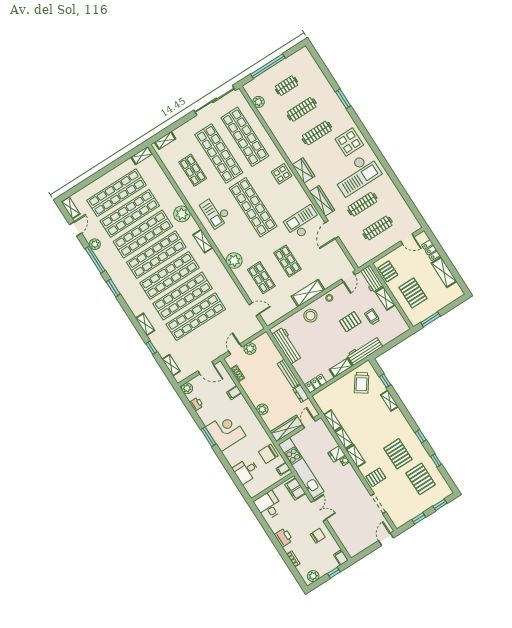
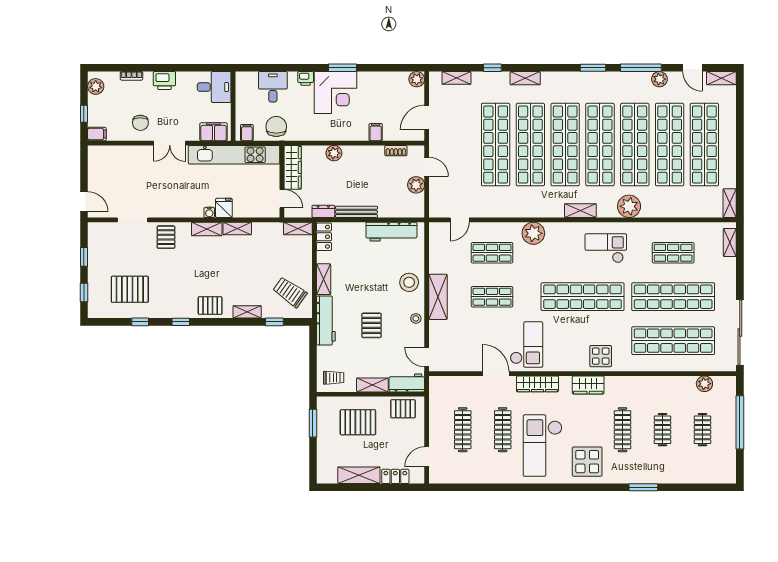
clothes rail: (302, 109) -> (662, 430), width x0.73
trolley: (372, 317) -> (334, 378), moved
printer: (196, 404) -> (306, 78), moved
shelving: (333, 421) -> (298, 229), moved
pallet: (398, 454) -> (210, 306), moved, width x0.67, depth x0.71

